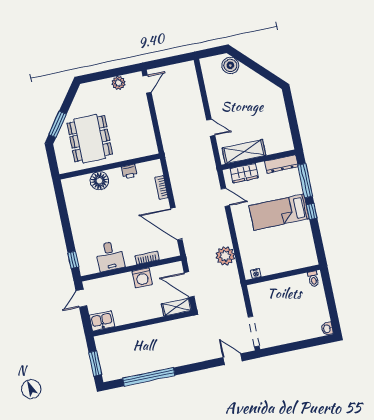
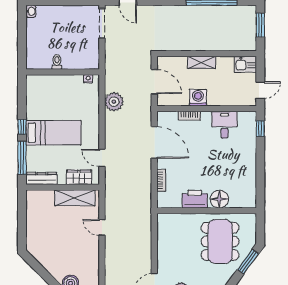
printer: (129, 171) -> (195, 199), width x1.87, depth x1.48
toilet: (313, 279) -> (57, 62), moved
shelving: (177, 307) -> (202, 63), moved

